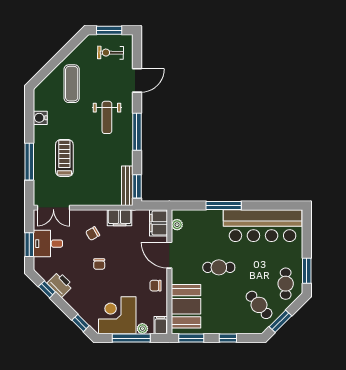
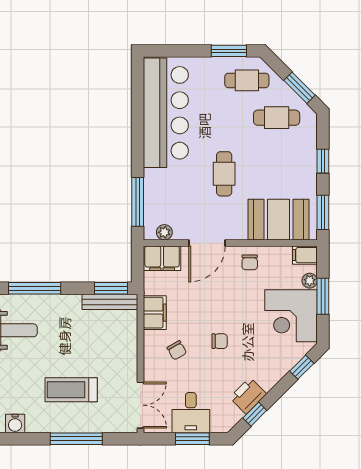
window: (224, 206) -> (138, 202), moved
cafe table: (259, 305) -> (277, 118), turned 41
window: (131, 338) -> (323, 296), width x0.69

